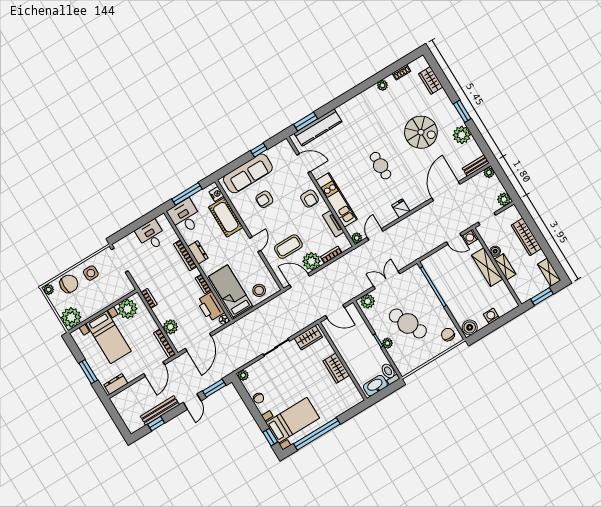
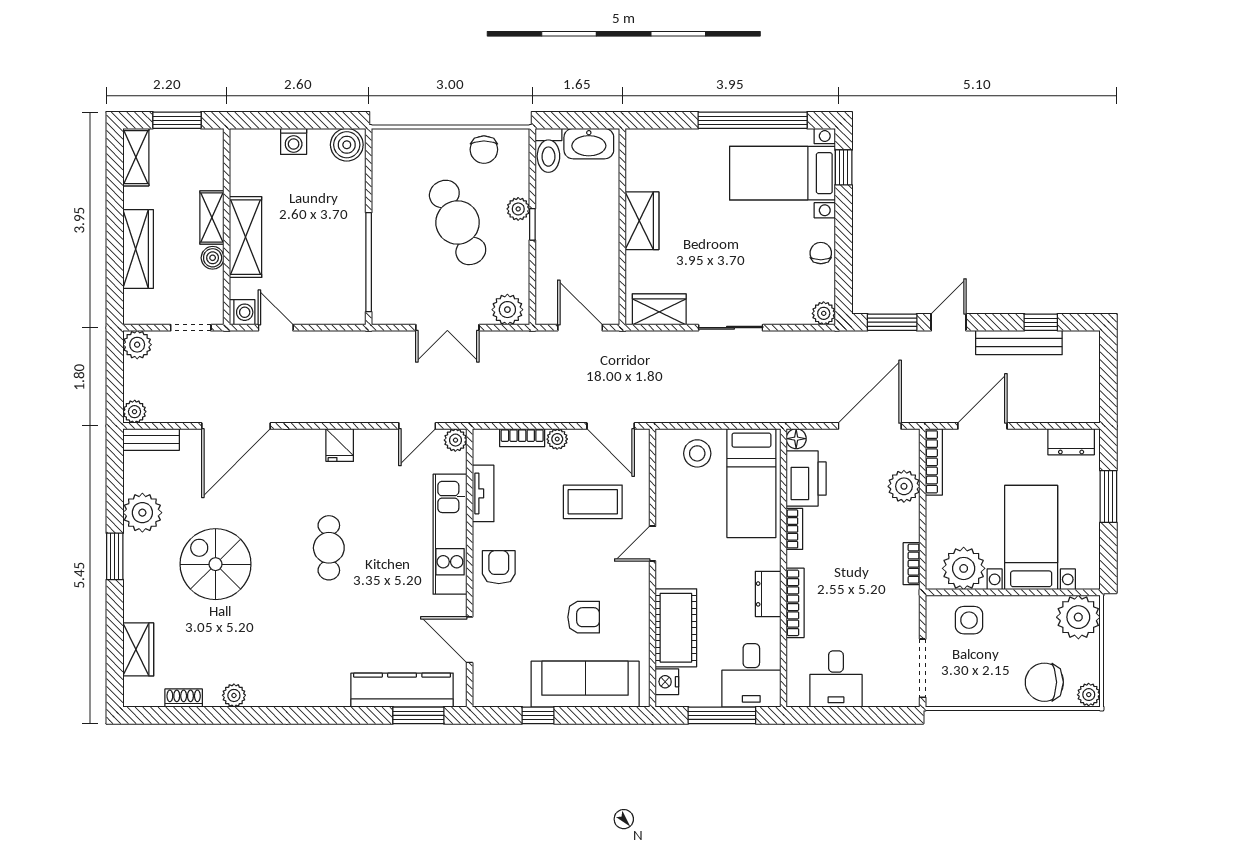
plant: (312, 261) -> (557, 439), width x0.53, depth x0.53
side table: (91, 273) -> (969, 620), moved
chair: (448, 335) -> (484, 150), moved

